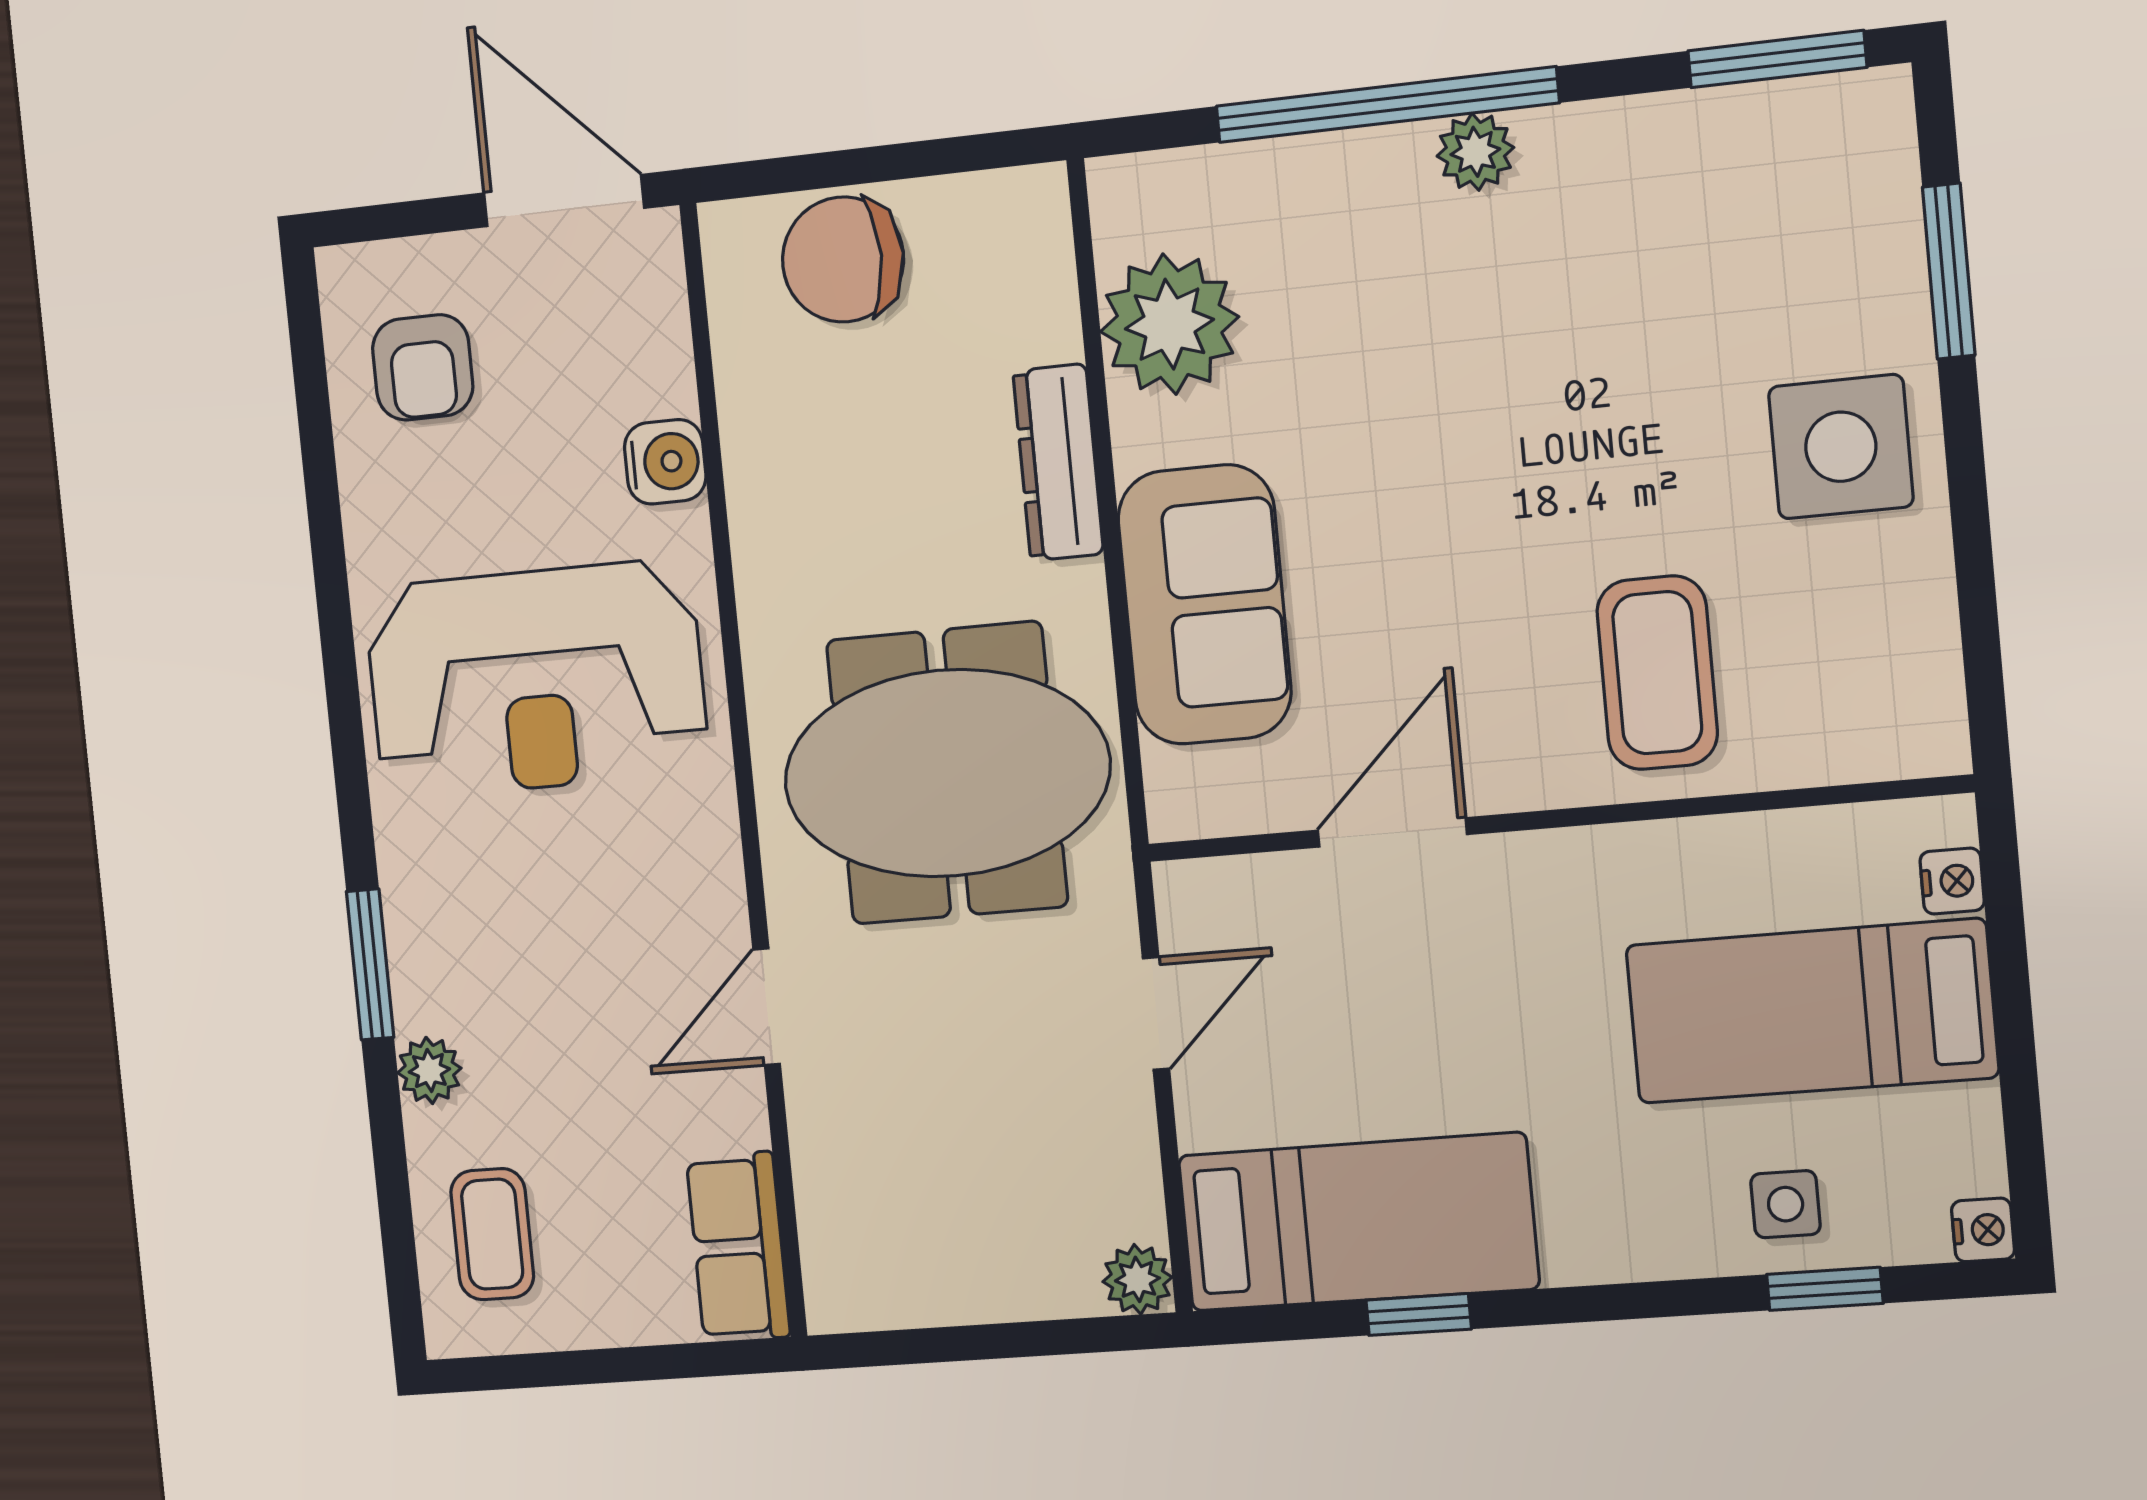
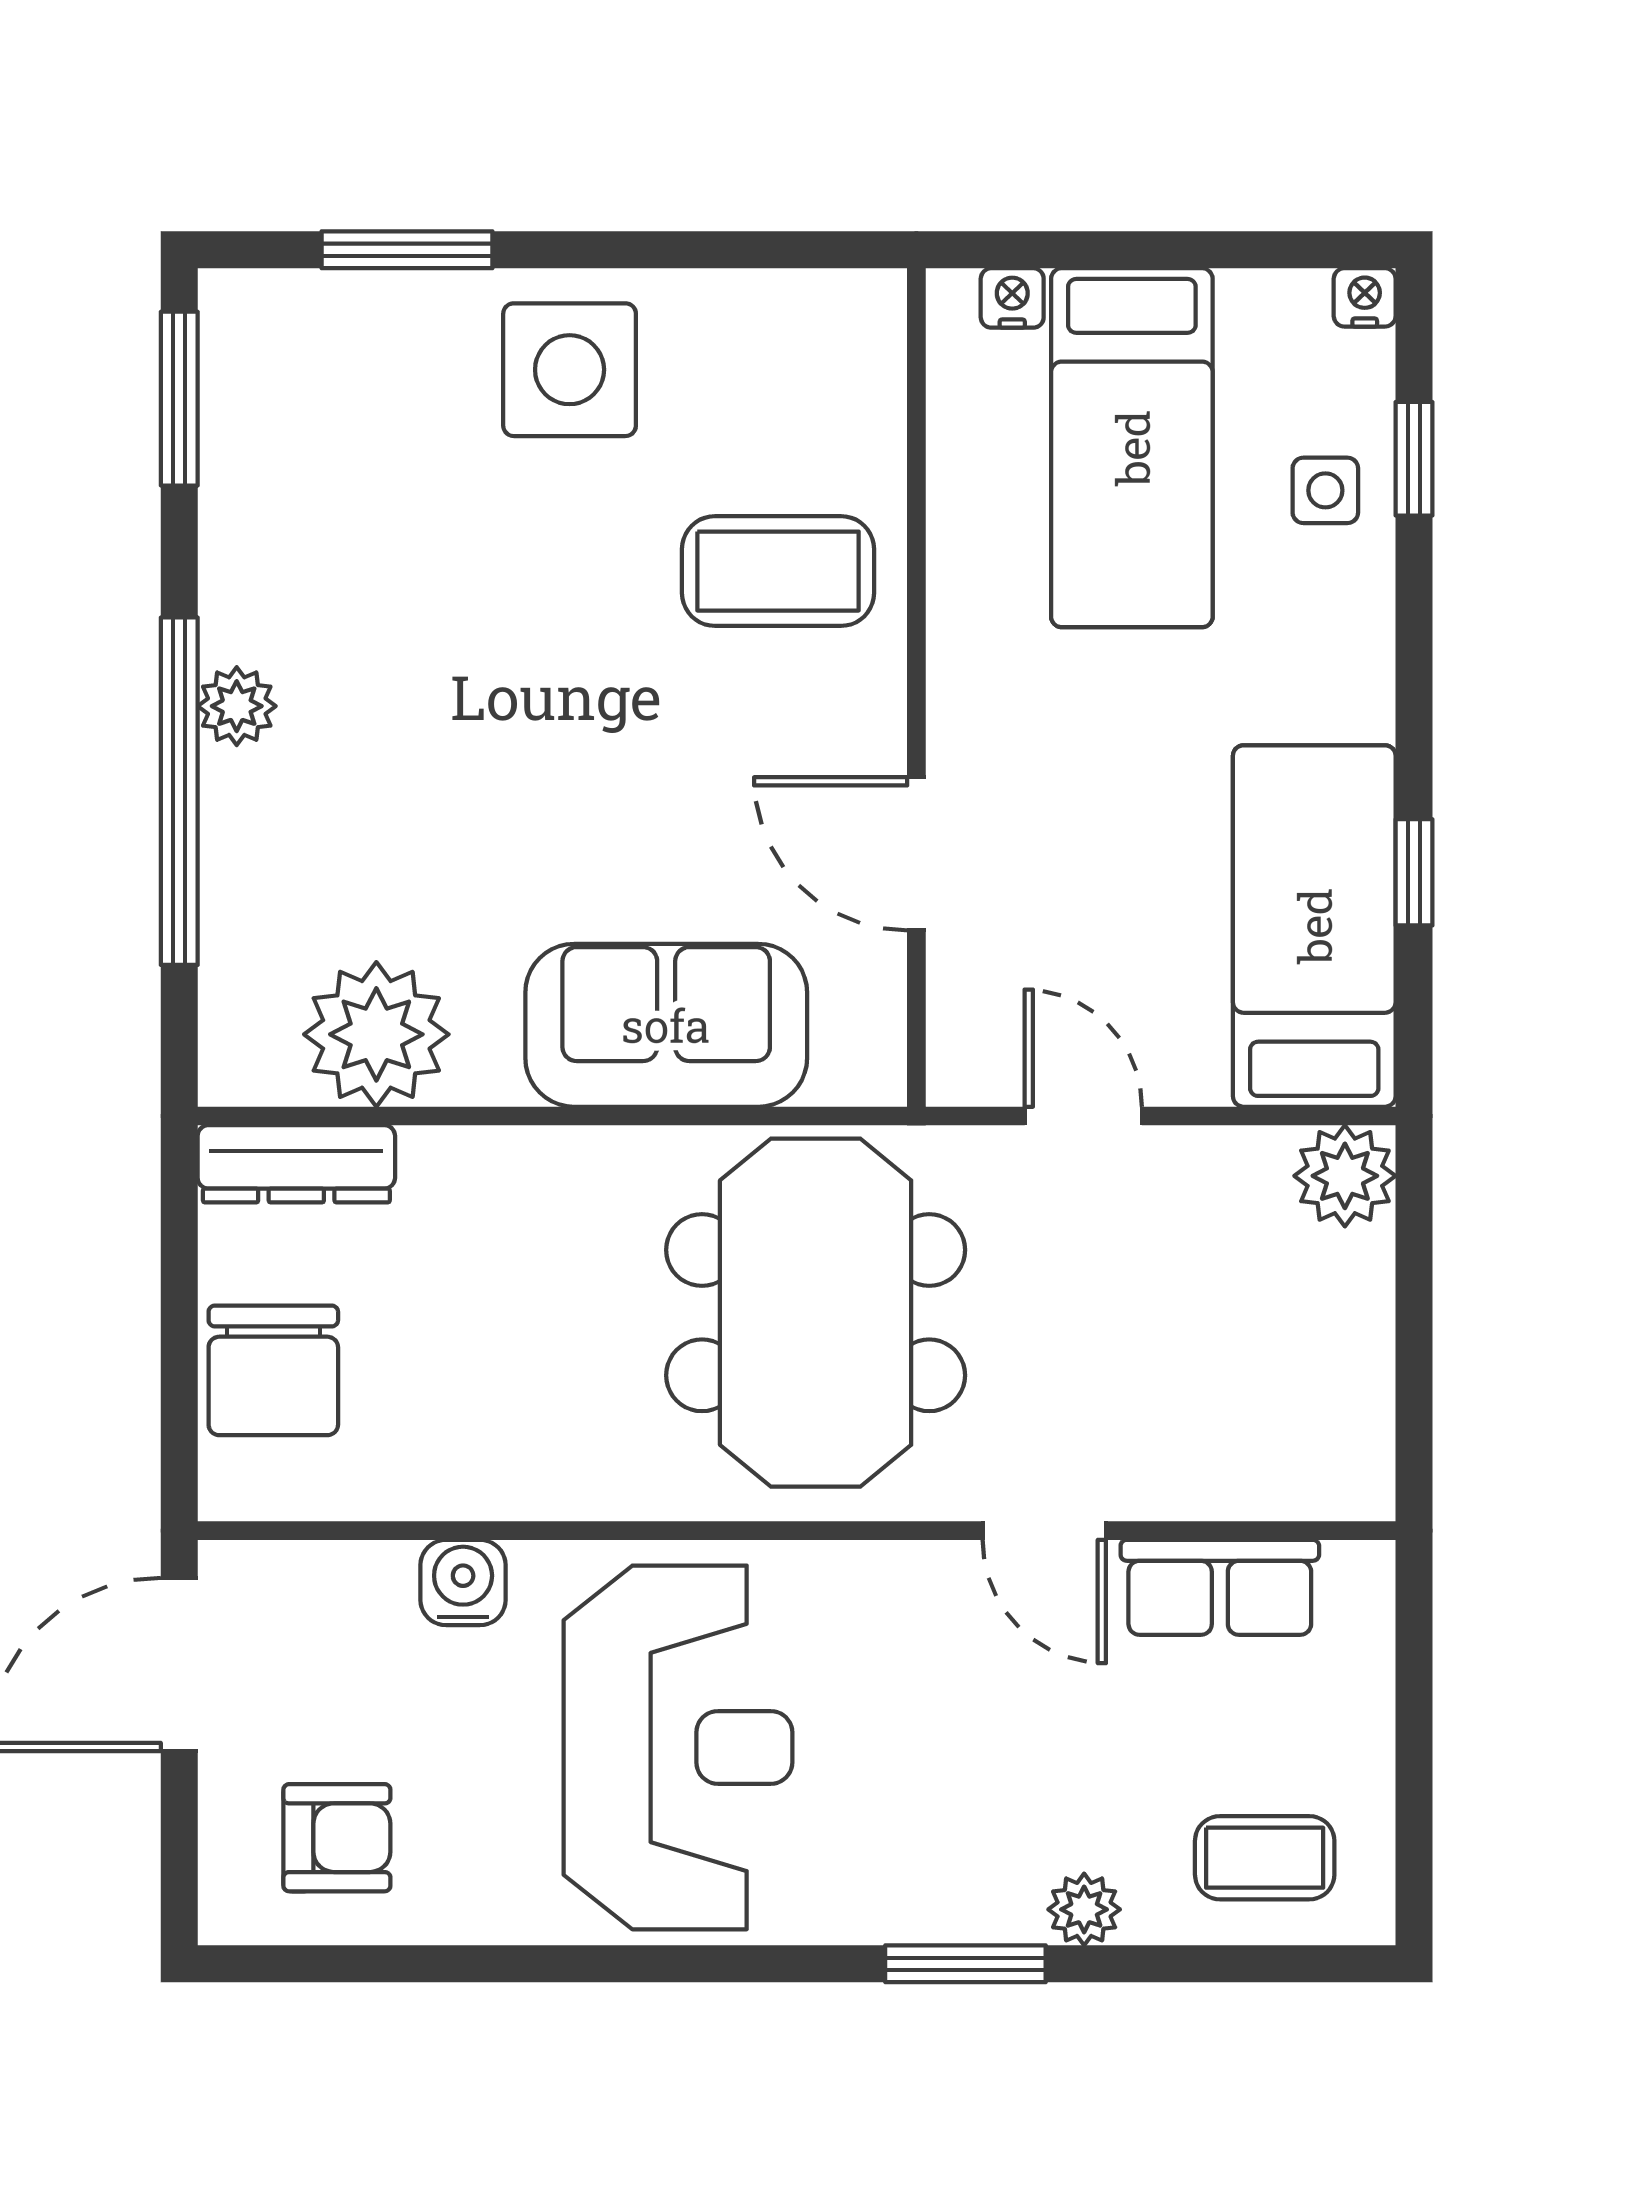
dresser: (1058, 462) -> (296, 1164), moved
row of seats: (738, 1247) -> (1220, 1587), moved
plant: (1137, 1279) -> (1345, 1176), width x1.38, depth x1.38

